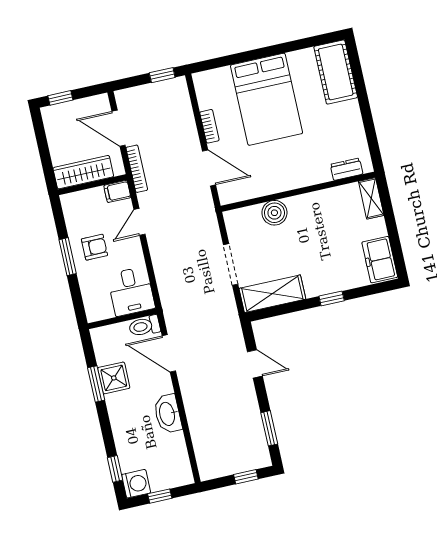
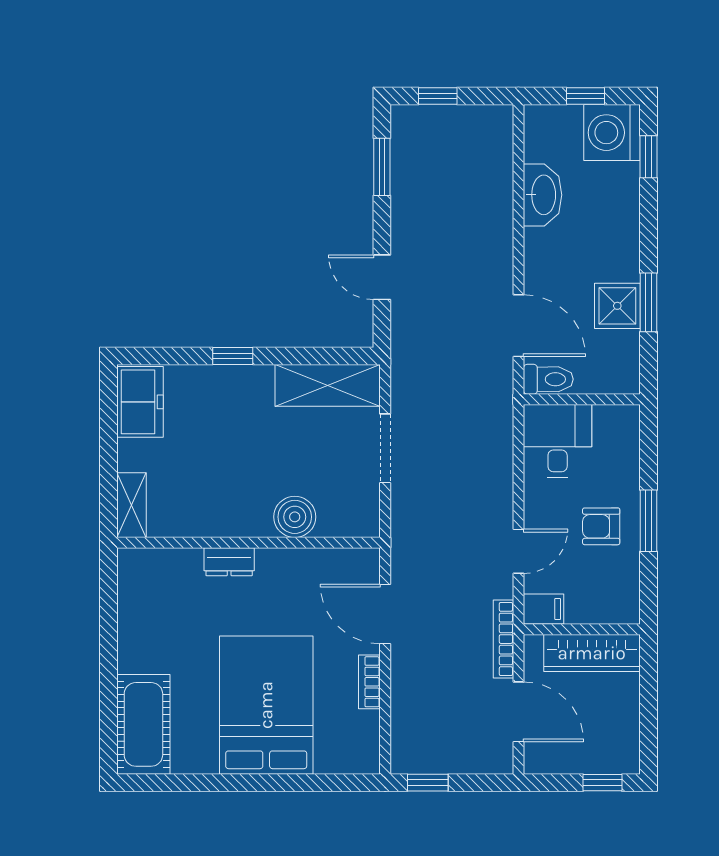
dresser: (346, 169) -> (229, 562), moved
washbasin: (168, 414) -> (543, 195), moved
washing machine: (136, 484) -> (612, 133), width x1.37, depth x1.37

